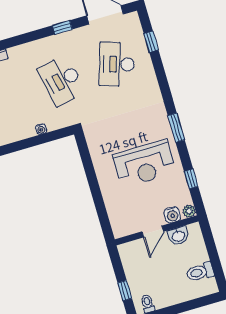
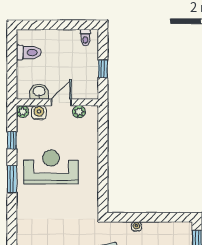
window: (176, 128) -> (12, 179), moved
plant: (132, 227) -> (79, 112), added
window: (125, 291) -> (103, 69), moved

